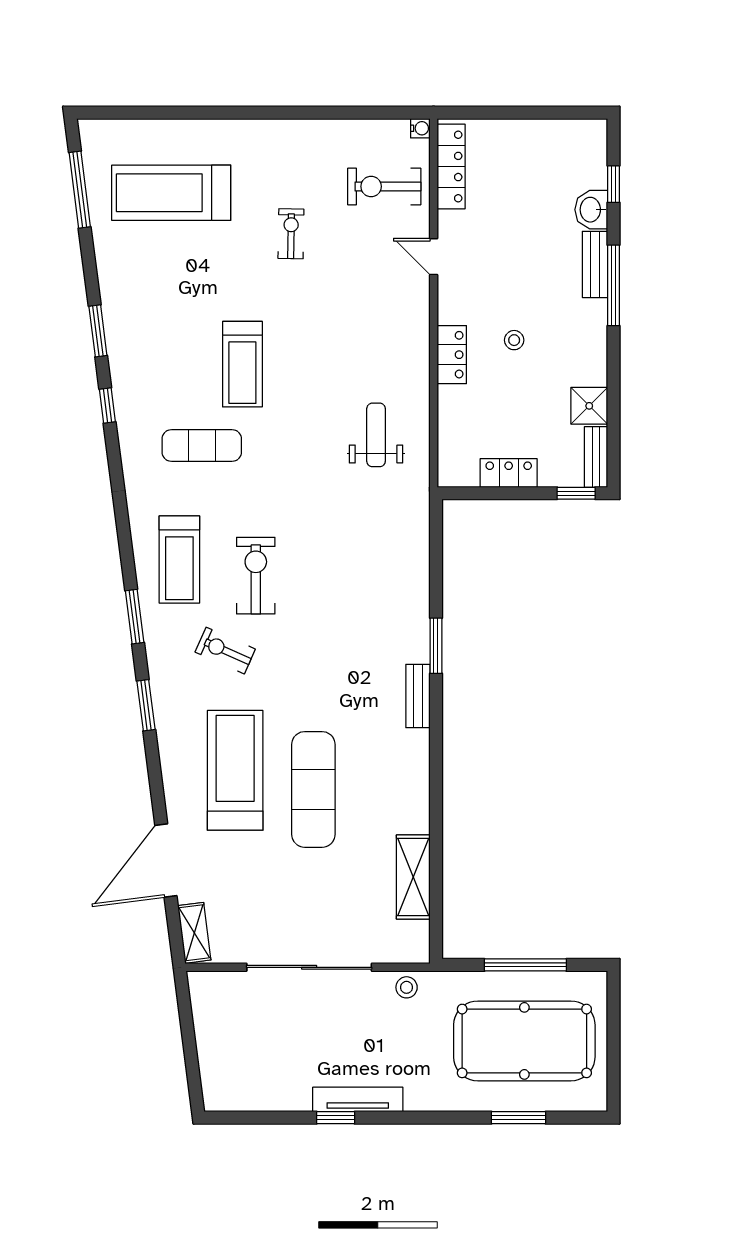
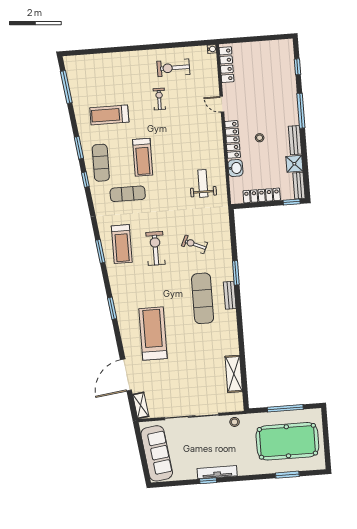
exercise bike: (384, 186) -> (173, 68), moved
treadmill: (171, 193) -> (109, 115), moved, width x0.73, depth x0.73
washbasin: (591, 210) -> (235, 168), moved, turned 180
bench: (595, 264) -> (295, 140), moved
locker: (452, 355) -> (233, 139), width x1.53
exercise mat: (146, 369) -> (101, 163), added
locker: (509, 473) -> (262, 195), width x1.53
window: (135, 617) -> (100, 251), moved
exercise bike: (225, 651) -> (195, 244), moved
exercise mat: (313, 789) -> (203, 298), moved
sofa: (223, 1046) -> (157, 453), added

